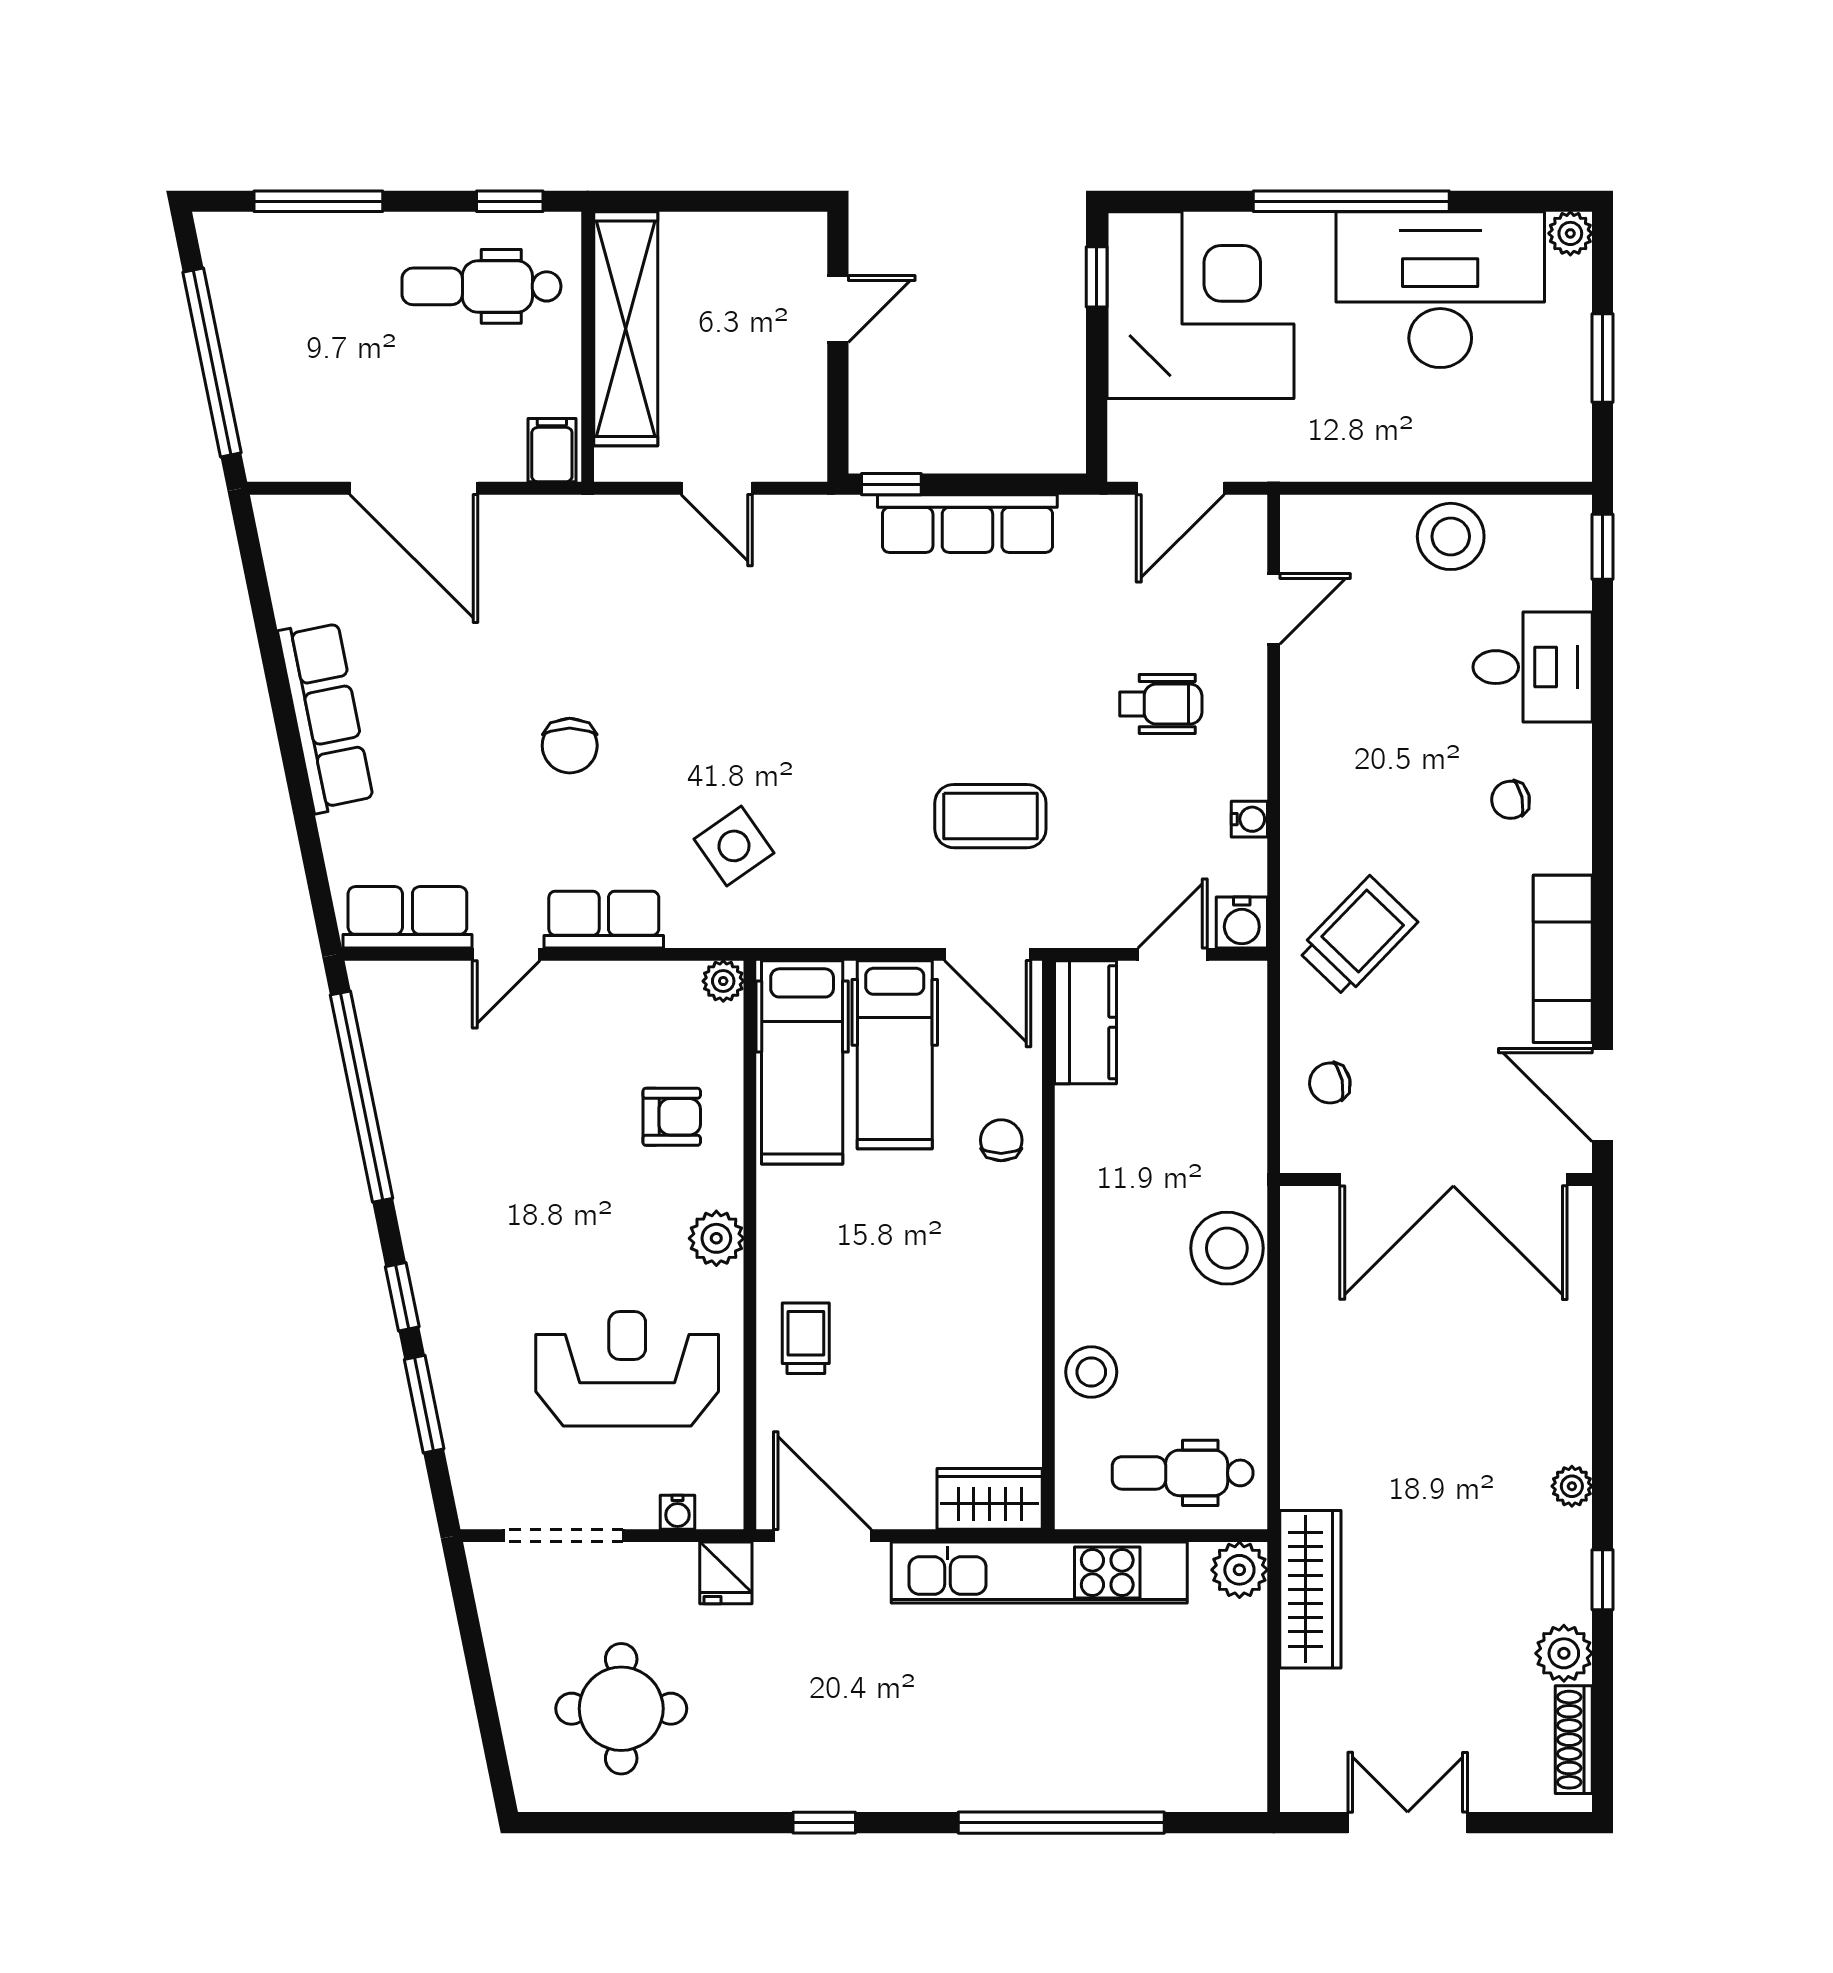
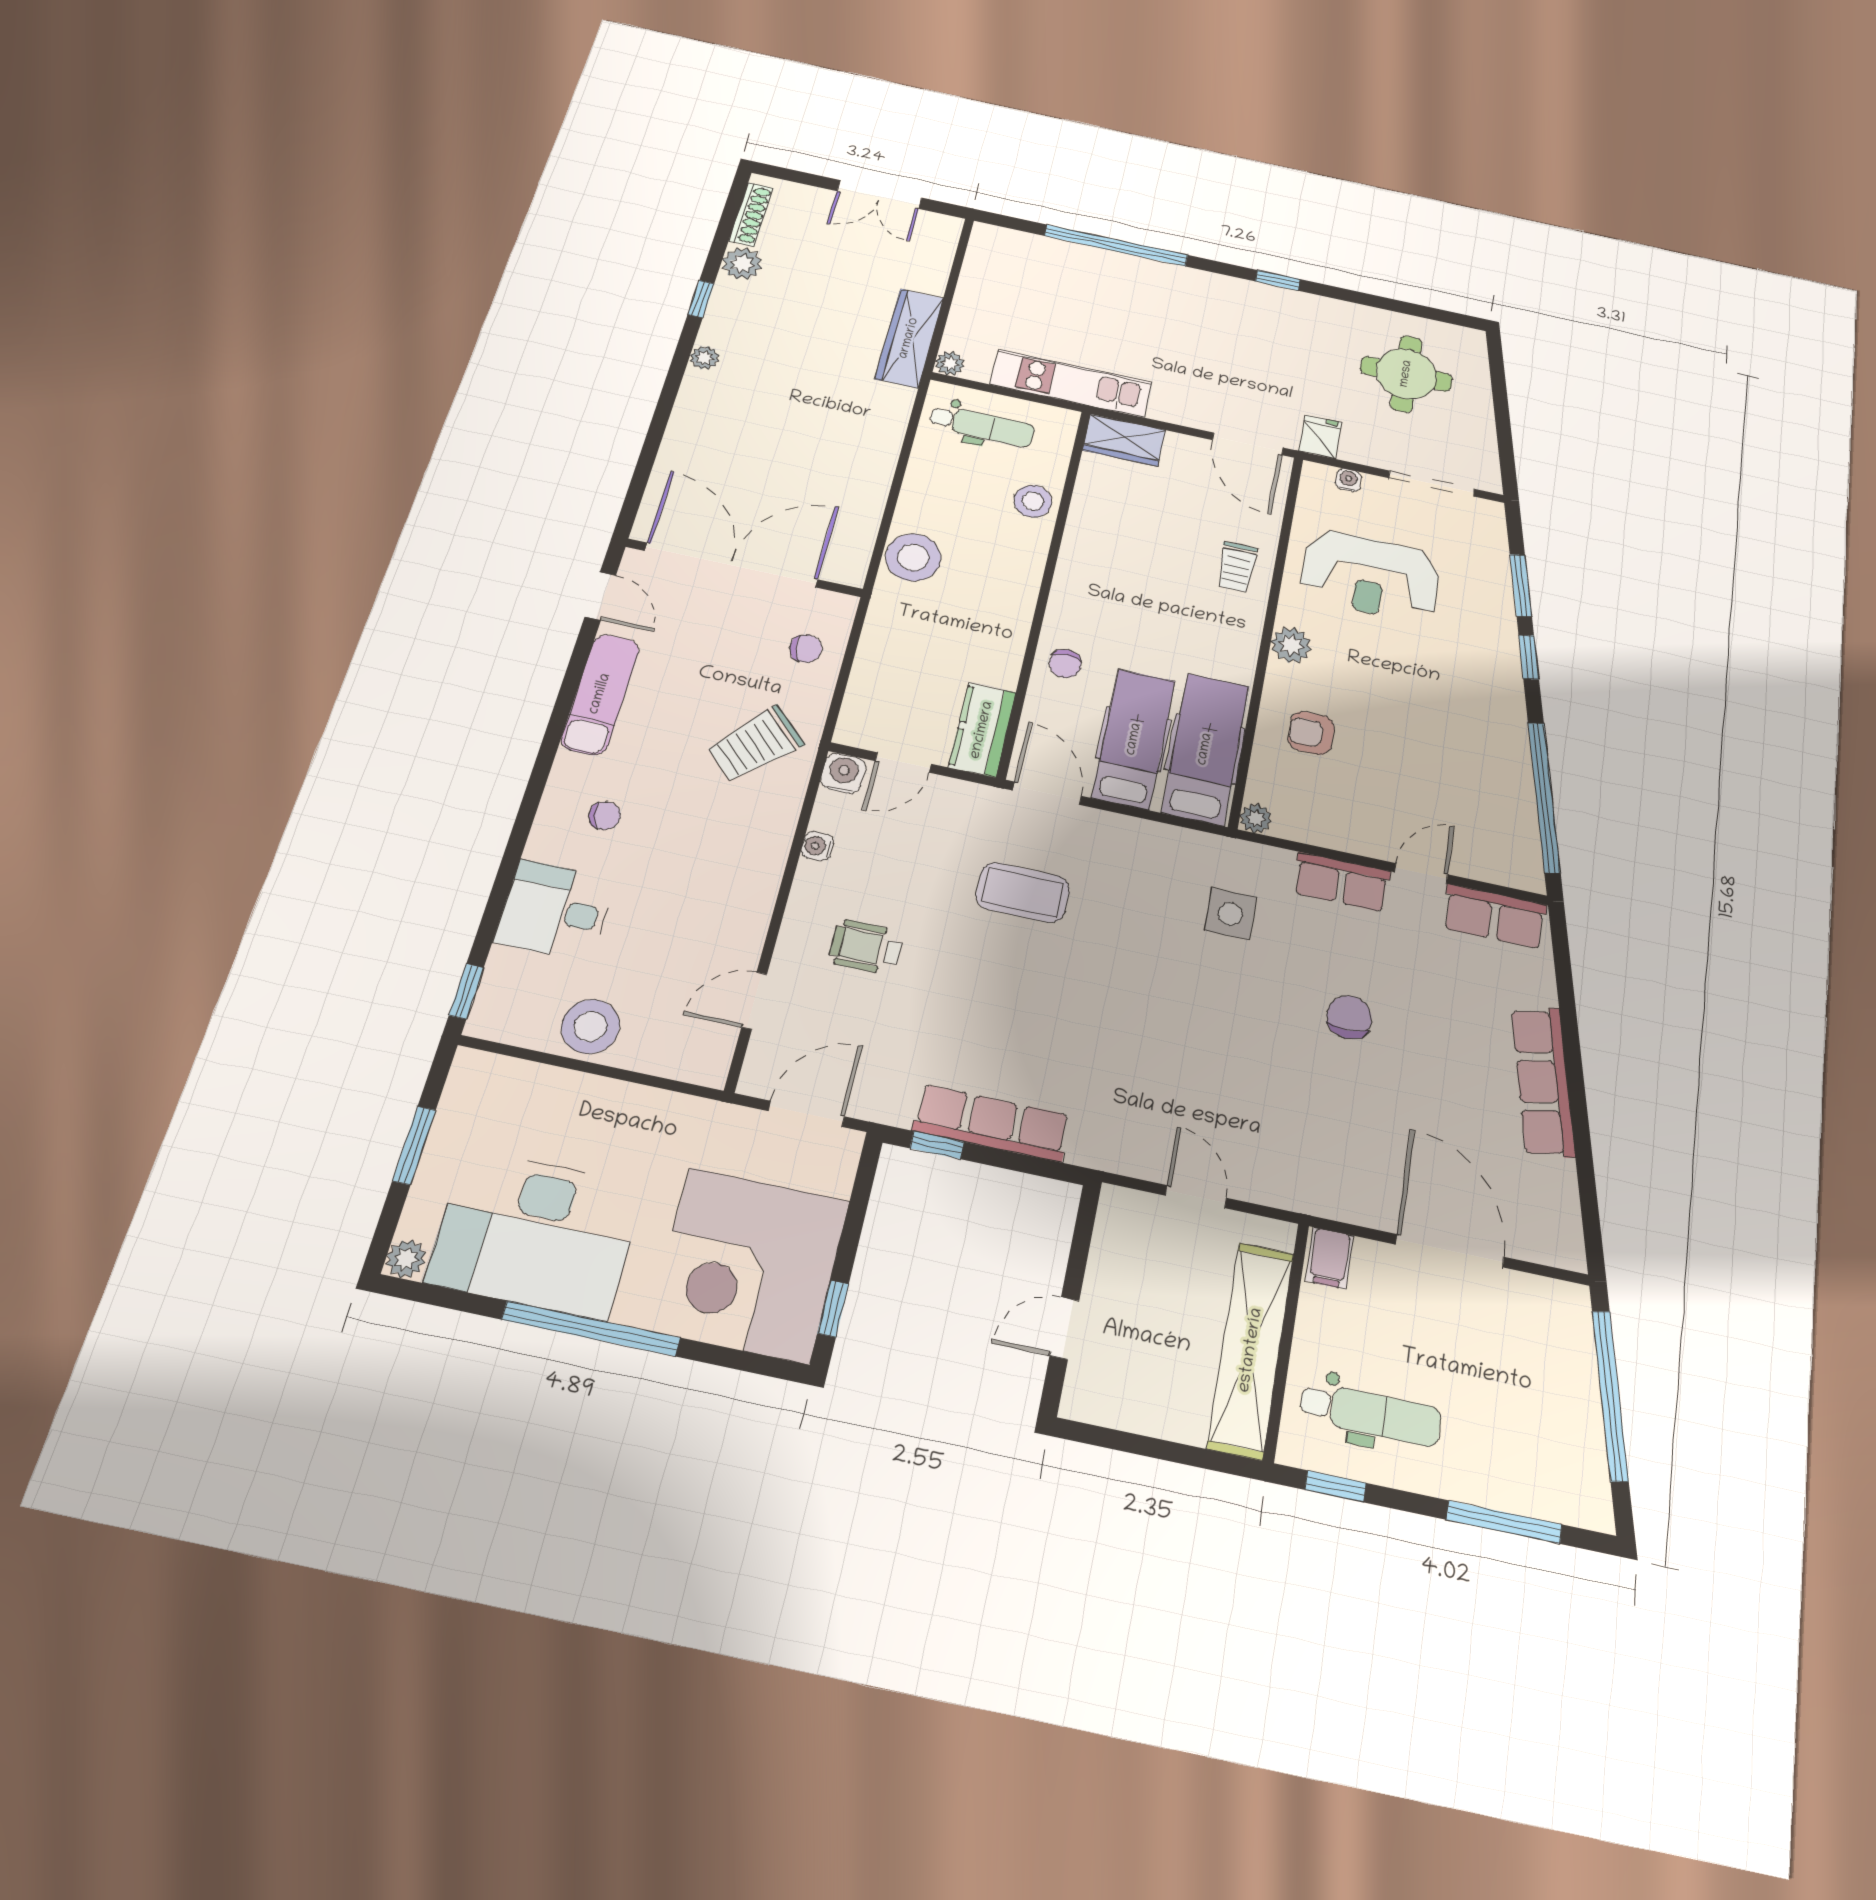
window: (891, 484) -> (937, 1145), moved
side table: (734, 846) -> (1230, 914), turned 35
door: (1602, 1095) -> (600, 596), width x0.73
plant: (1239, 1570) -> (950, 363), width x0.73, depth x0.73
kitchen unit: (1039, 1572) -> (1071, 383), width x0.73

